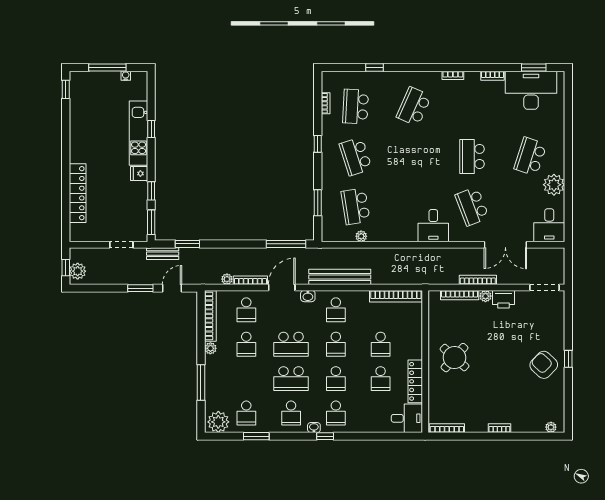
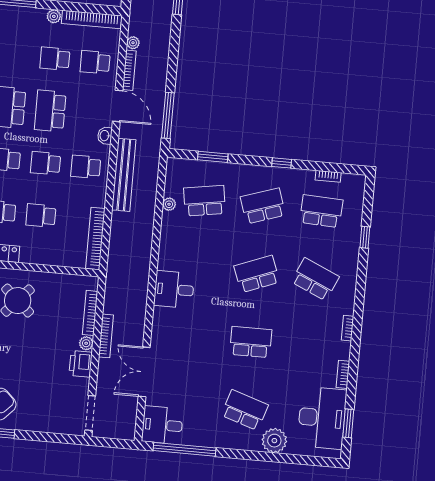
plant: (554, 185) -> (274, 441), moved
window: (568, 205) -> (185, 449), added
school desk: (472, 206) -> (257, 274), moved

